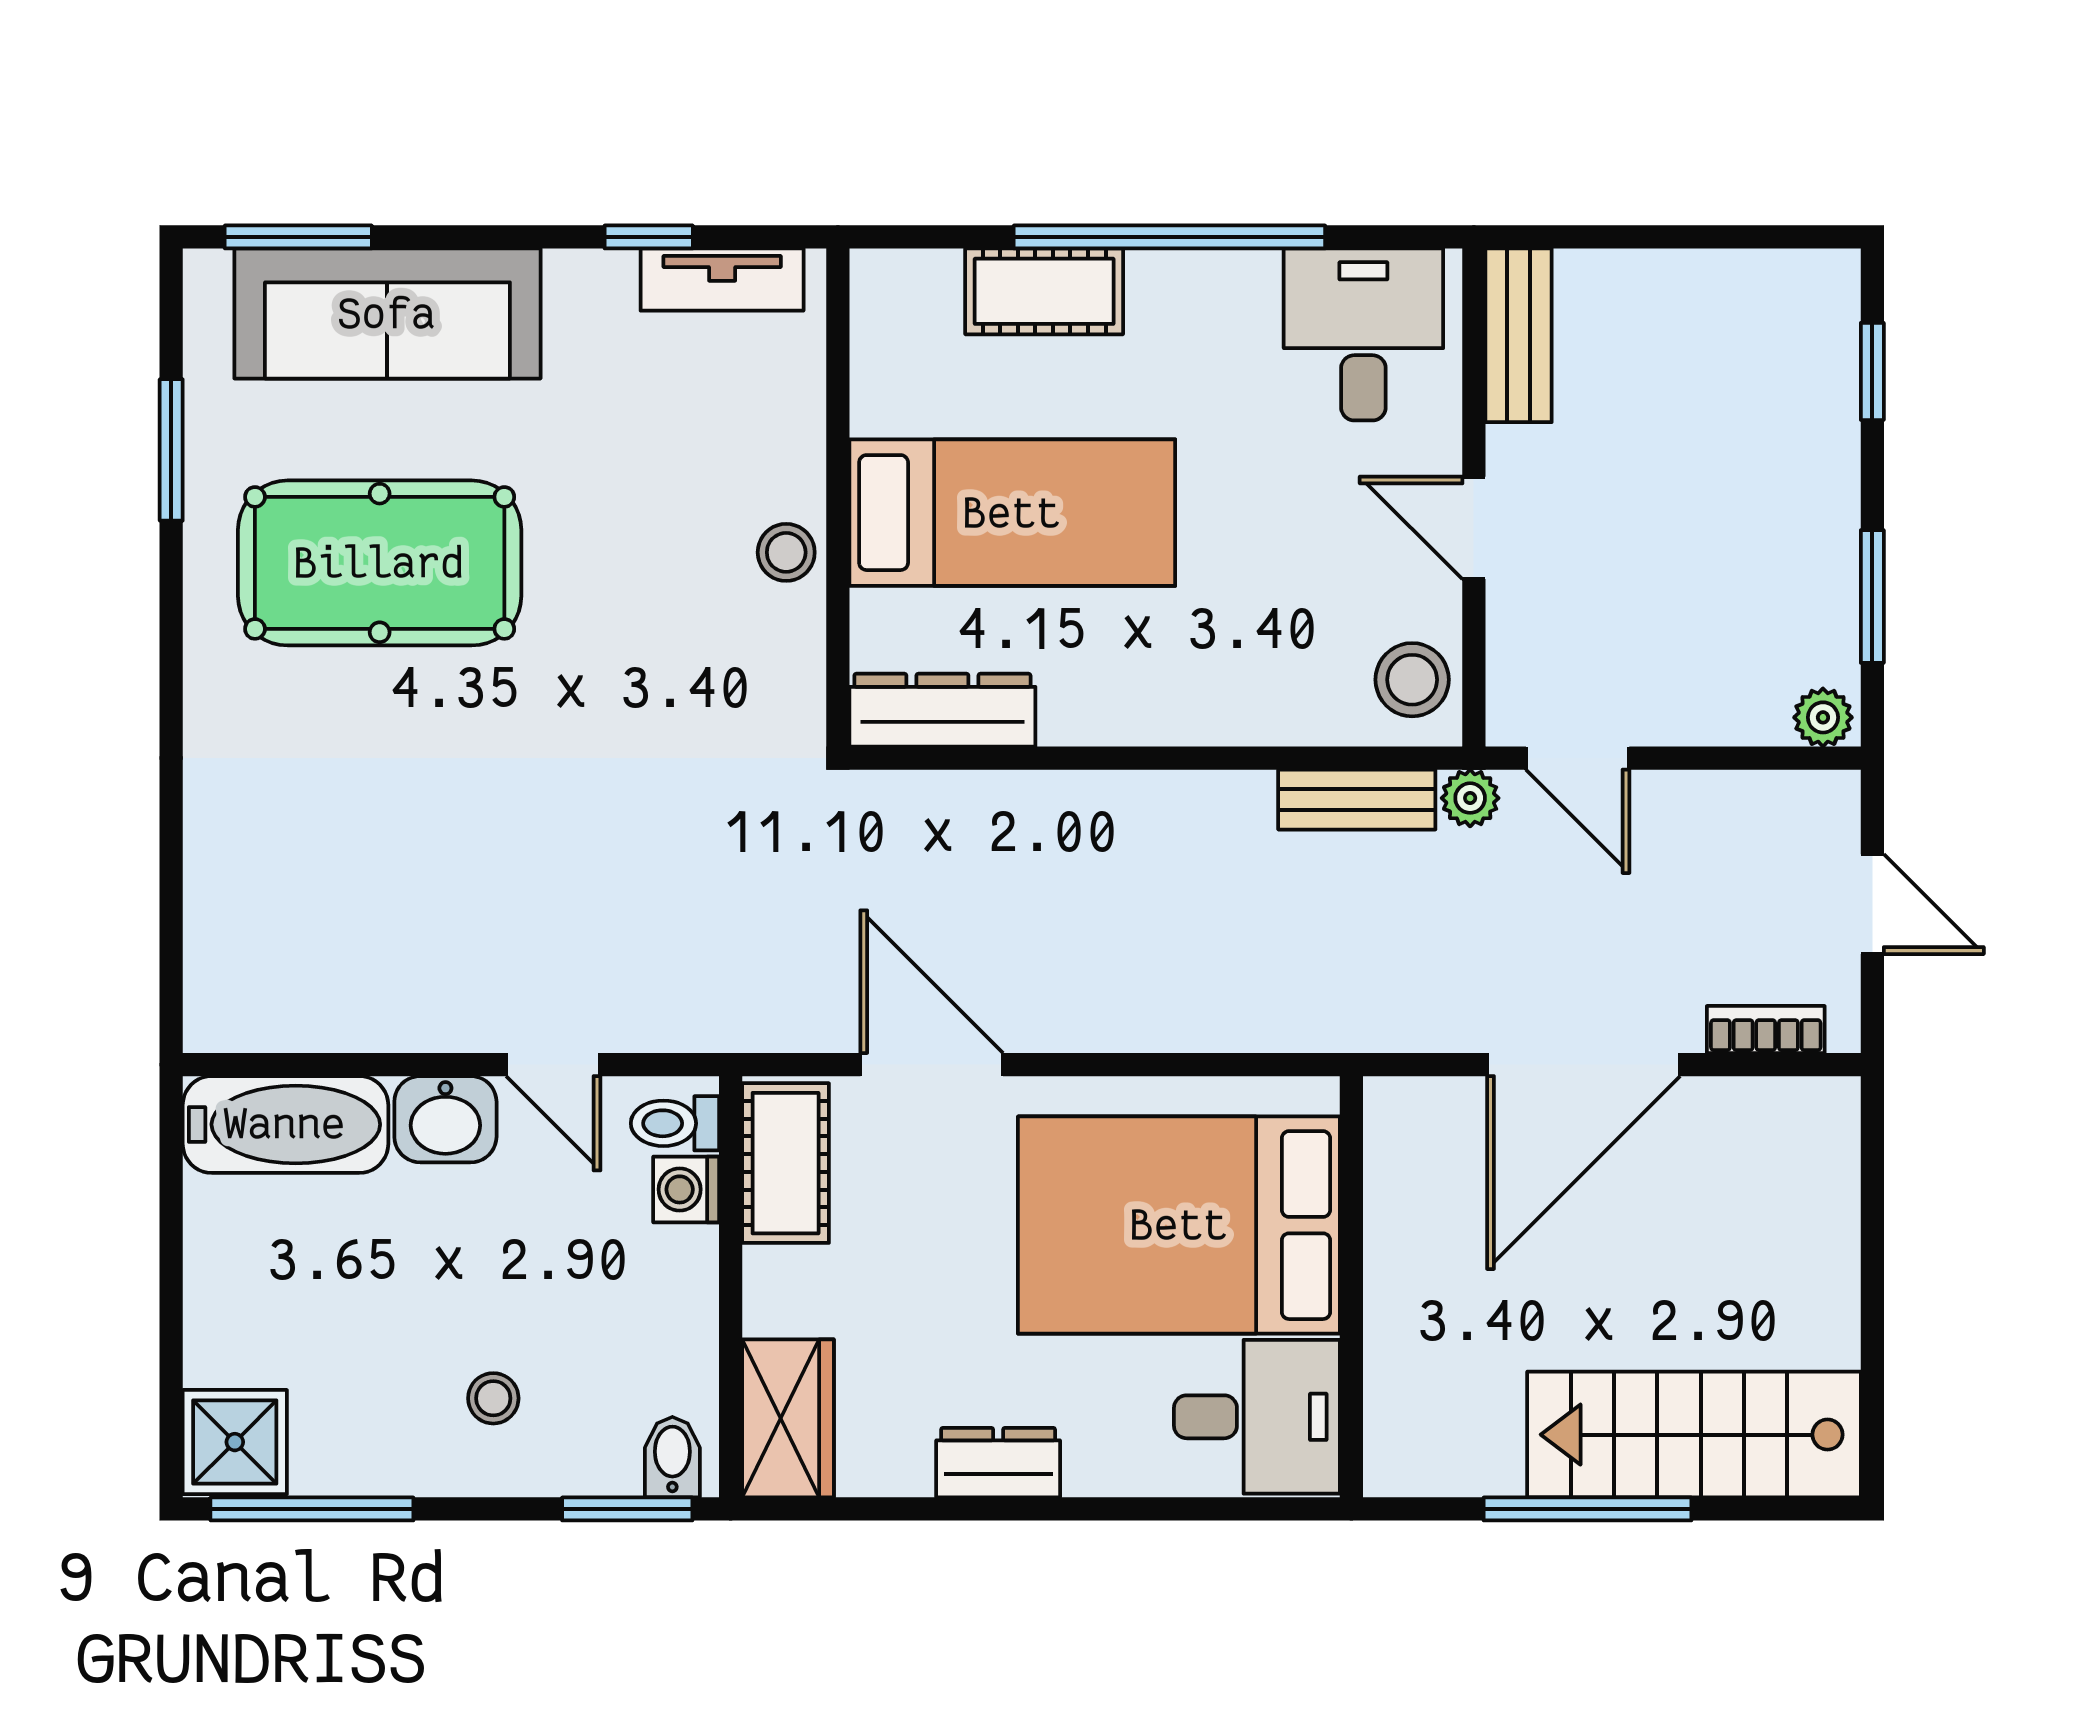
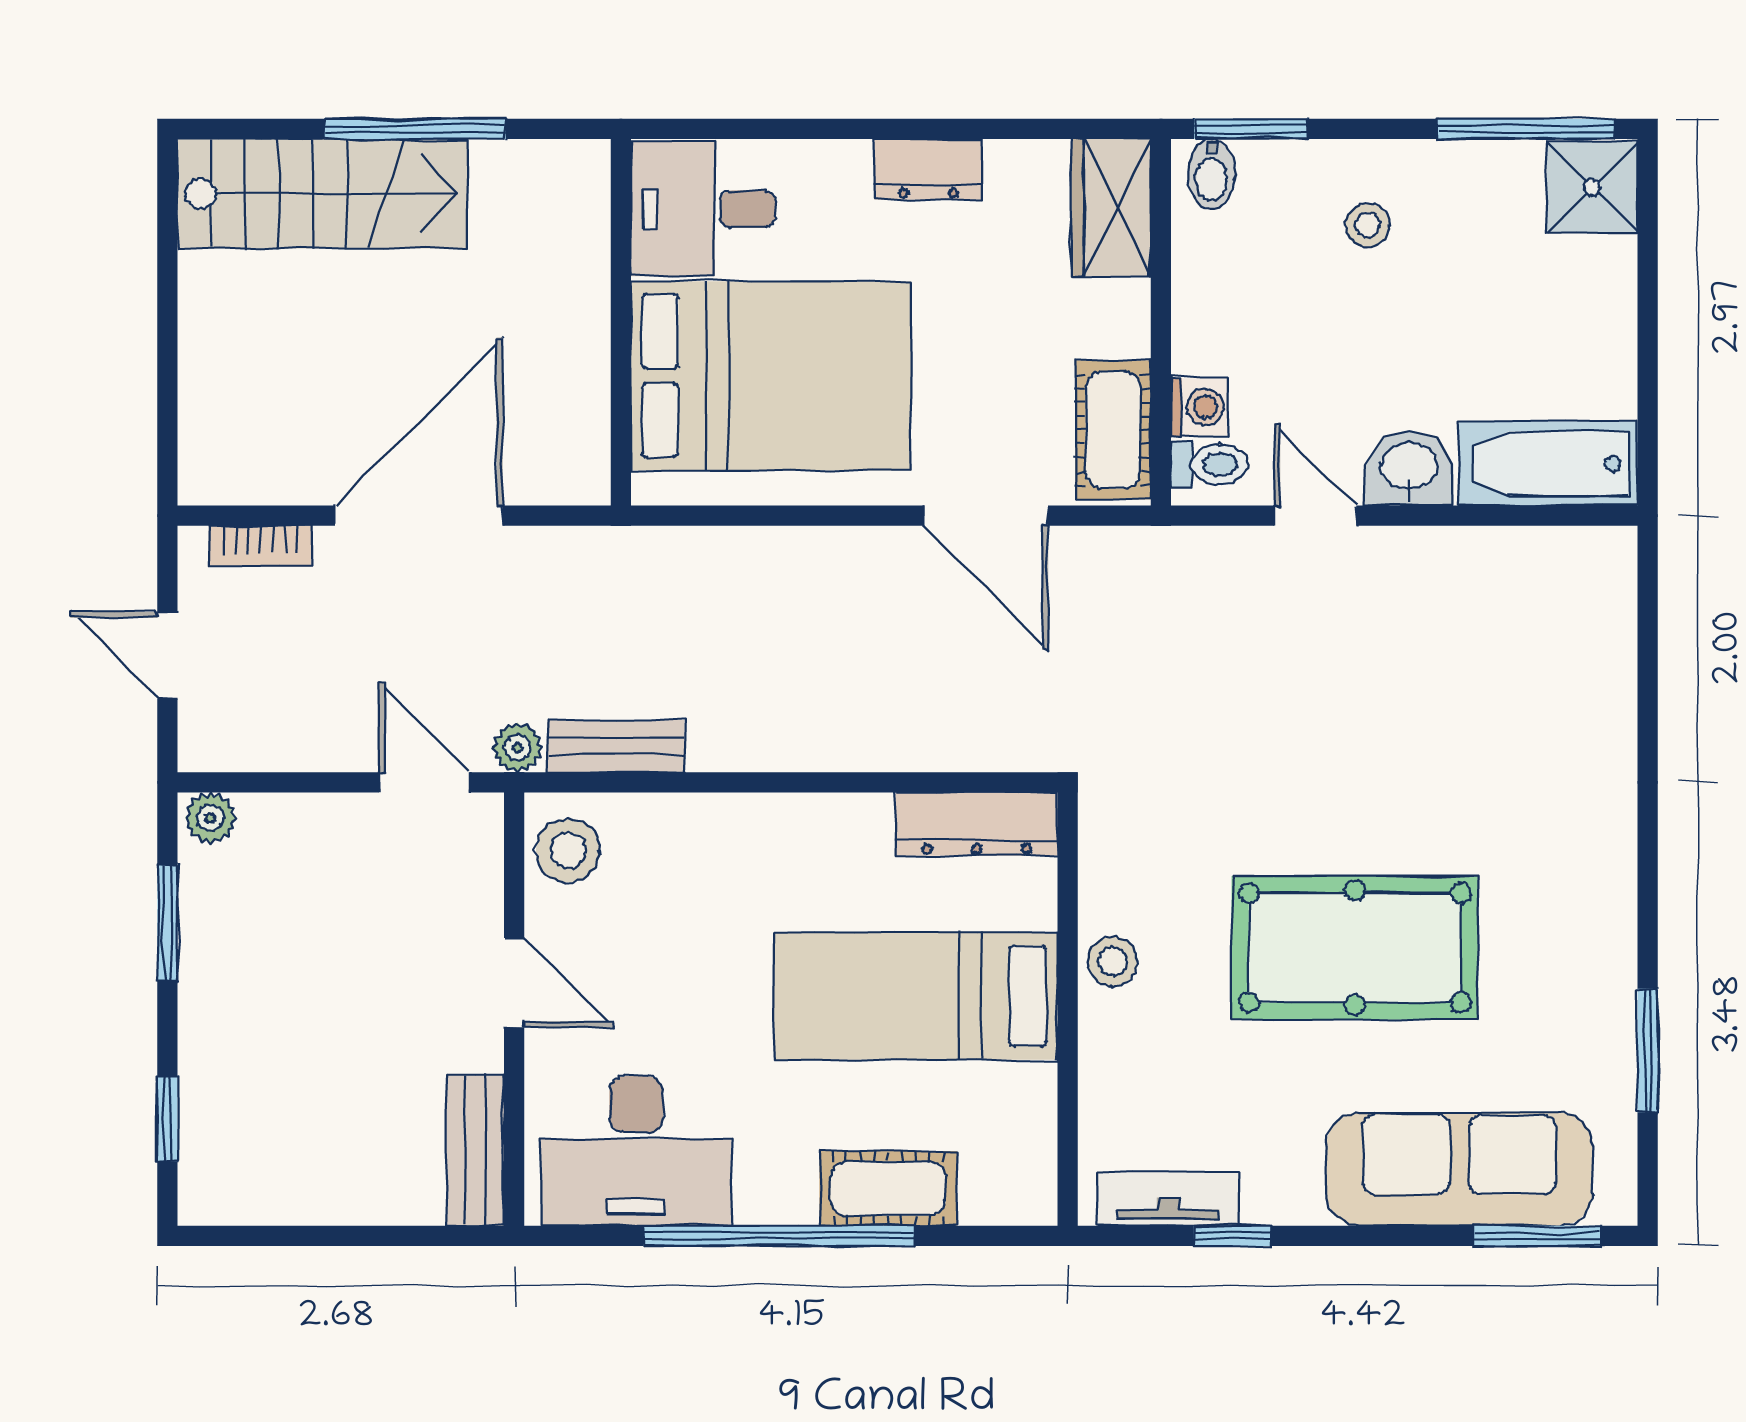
desk: (1363, 334) -> (636, 1151), width x1.37
pool table: (380, 563) -> (1355, 948), moved

